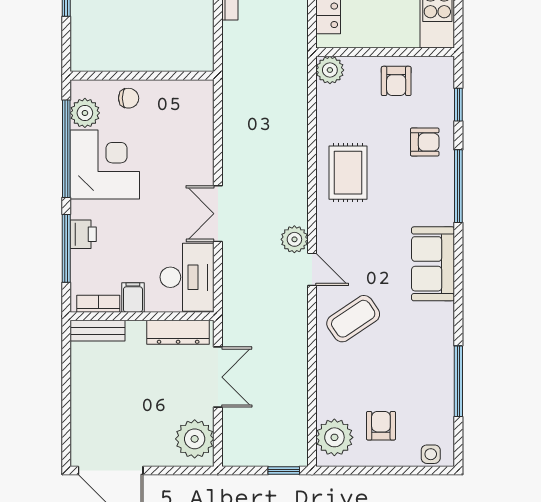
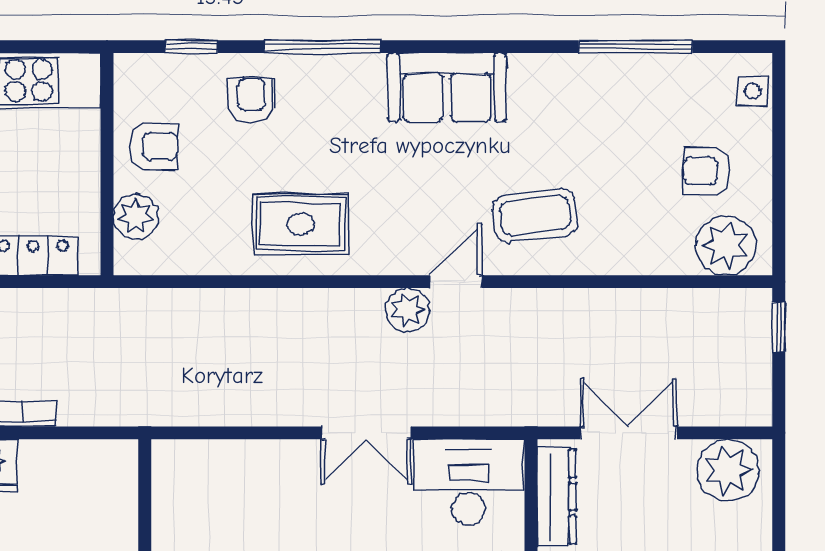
plant: (330, 70) -> (136, 216), moved
coffee table: (353, 319) -> (535, 216), turned -63

